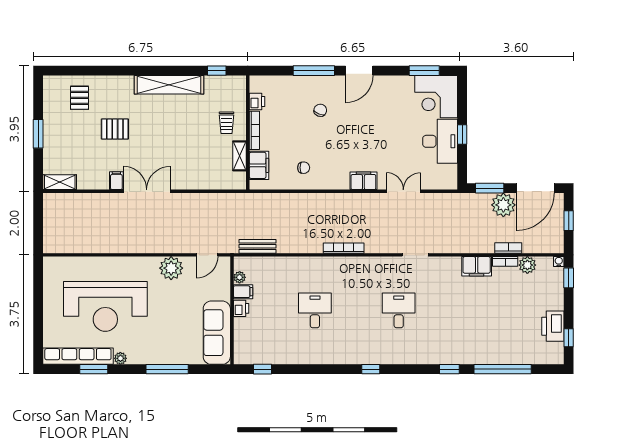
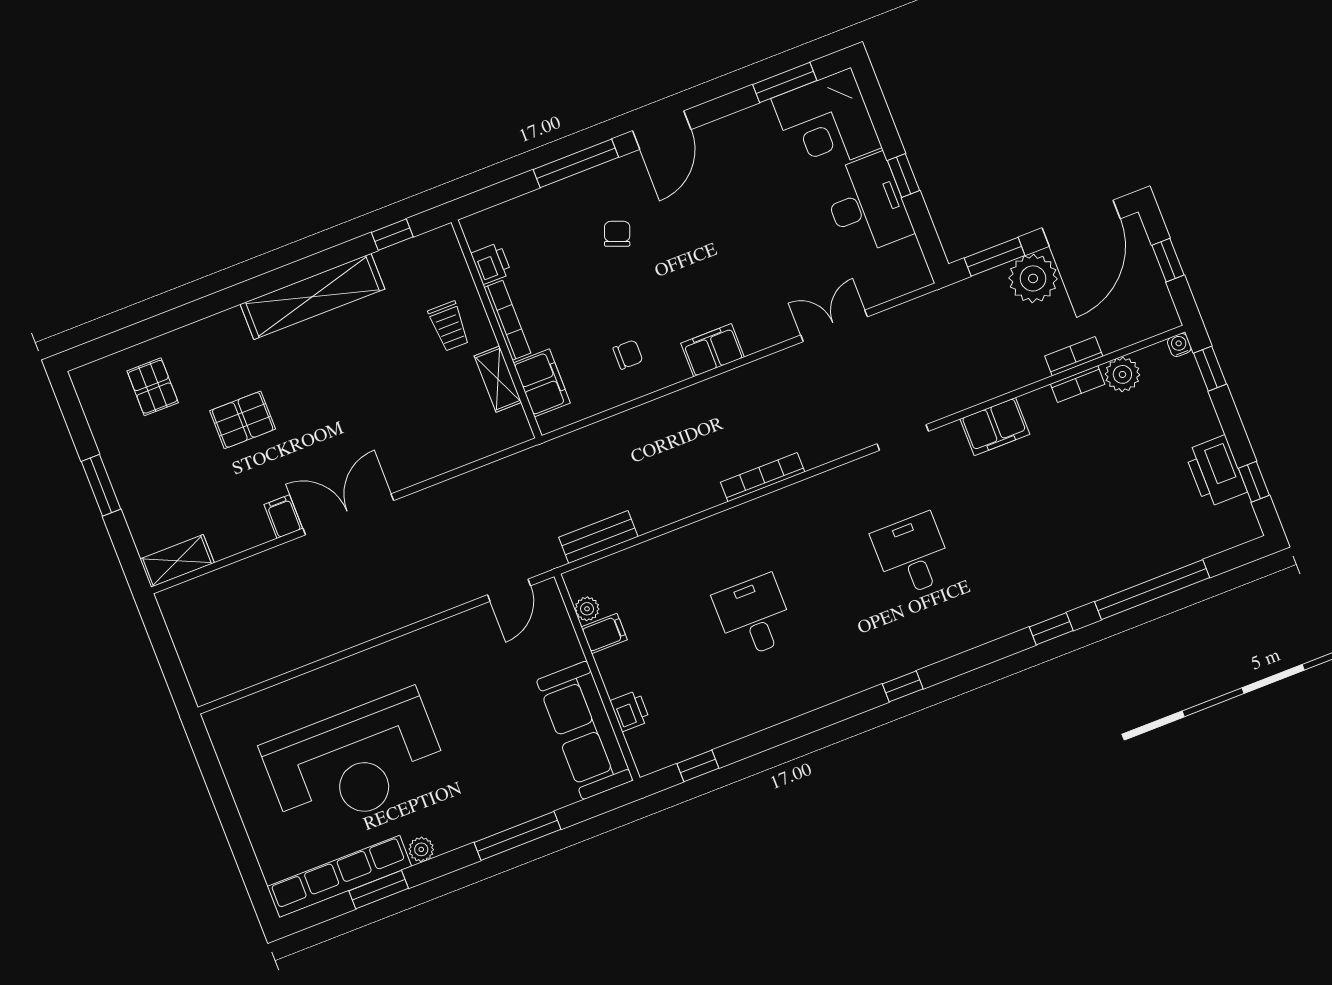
filing cabinet: (363, 181) -> (713, 350), moved
filing cabinet: (477, 266) -> (995, 427), moved
plant: (171, 268) -> (451, 642), removed
printer: (241, 308) -> (630, 711), moved

